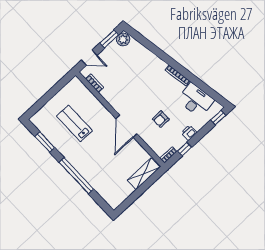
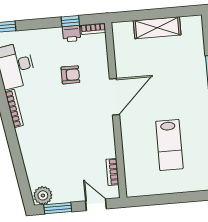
printer: (189, 133) -> (72, 34), moved
shelving: (144, 174) -> (157, 28), moved

